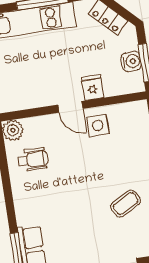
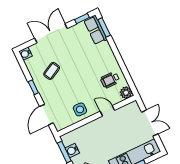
fridge: (92, 88) -> (89, 129), removed
door: (70, 107) -> (107, 111), moved

